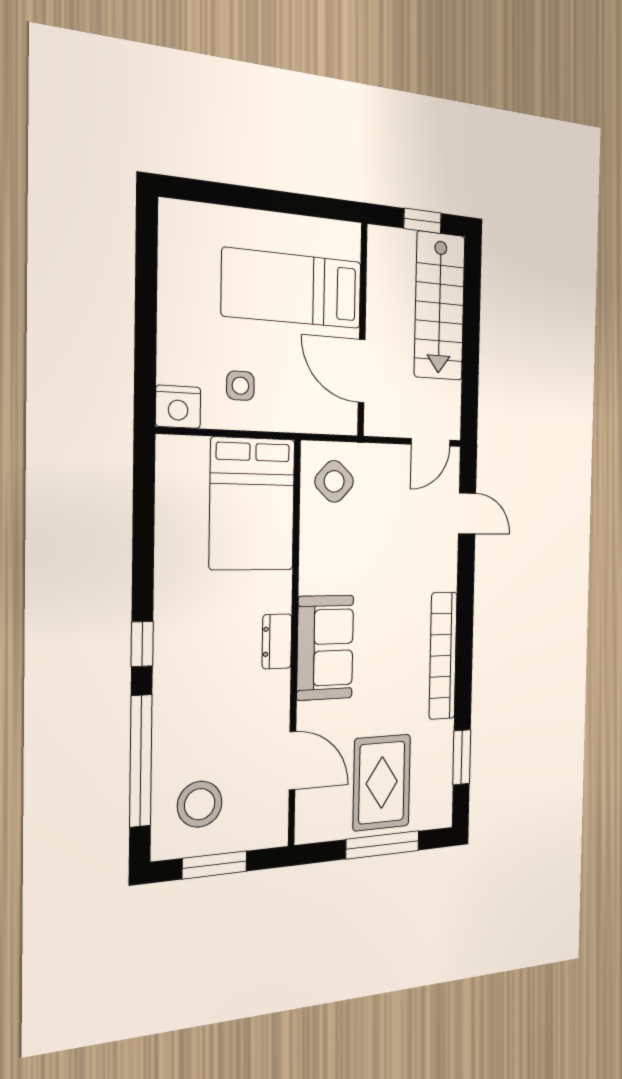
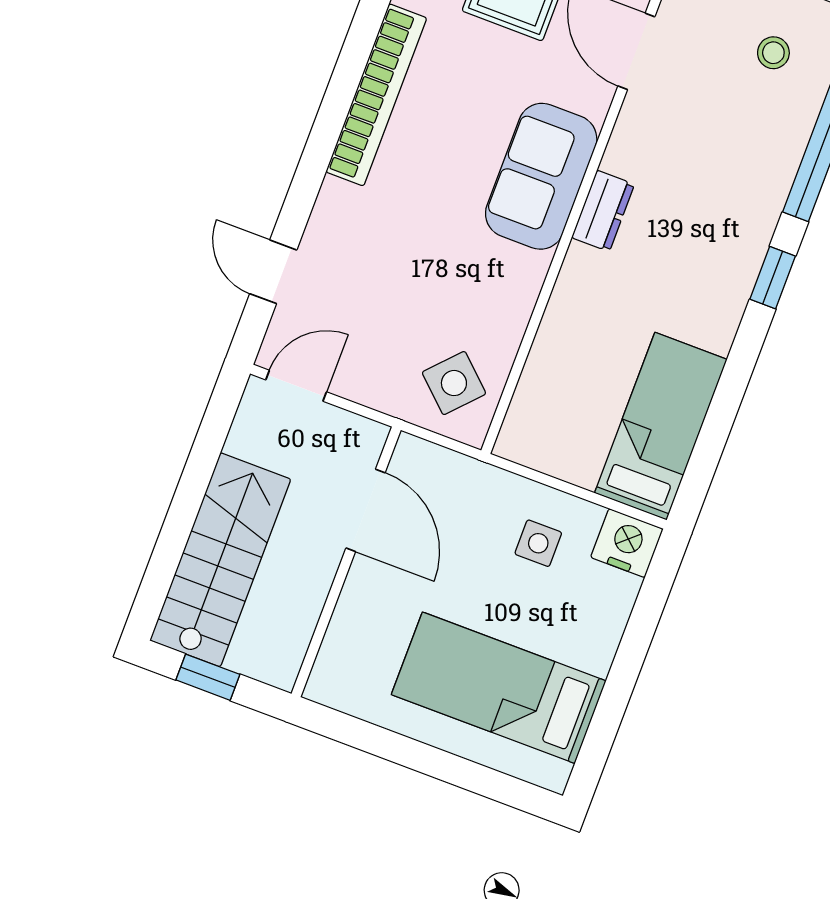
bed: (292, 289) -> (499, 688), moved, turned 180
bed: (252, 504) -> (661, 426), moved, width x0.67
stool: (200, 804) -> (773, 53), width x0.53, depth x0.53

